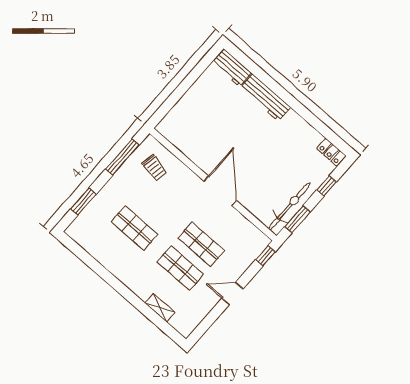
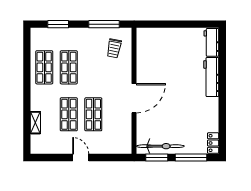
window: (327, 186) -> (191, 158), width x2.17
shop shelf: (114, 252) -> (44, 67), added
window: (265, 256) -> (119, 158), removed

